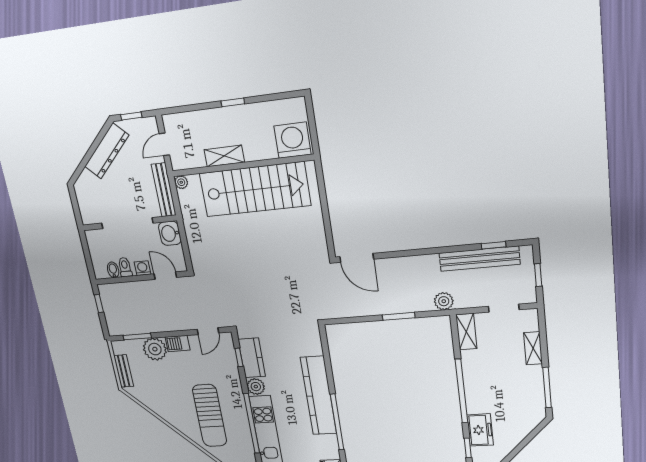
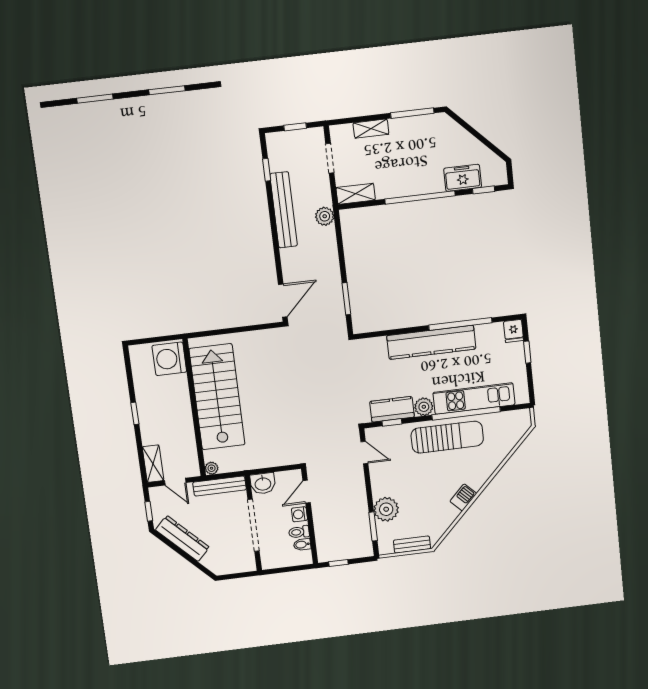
shelving: (224, 156) -> (153, 464), moved
bench: (479, 259) -> (284, 210), moved
window: (399, 316) -> (346, 299), moved
barbecue: (178, 344) -> (463, 497), moved, turned -135
sun lounger: (210, 416) -> (447, 437), moved

